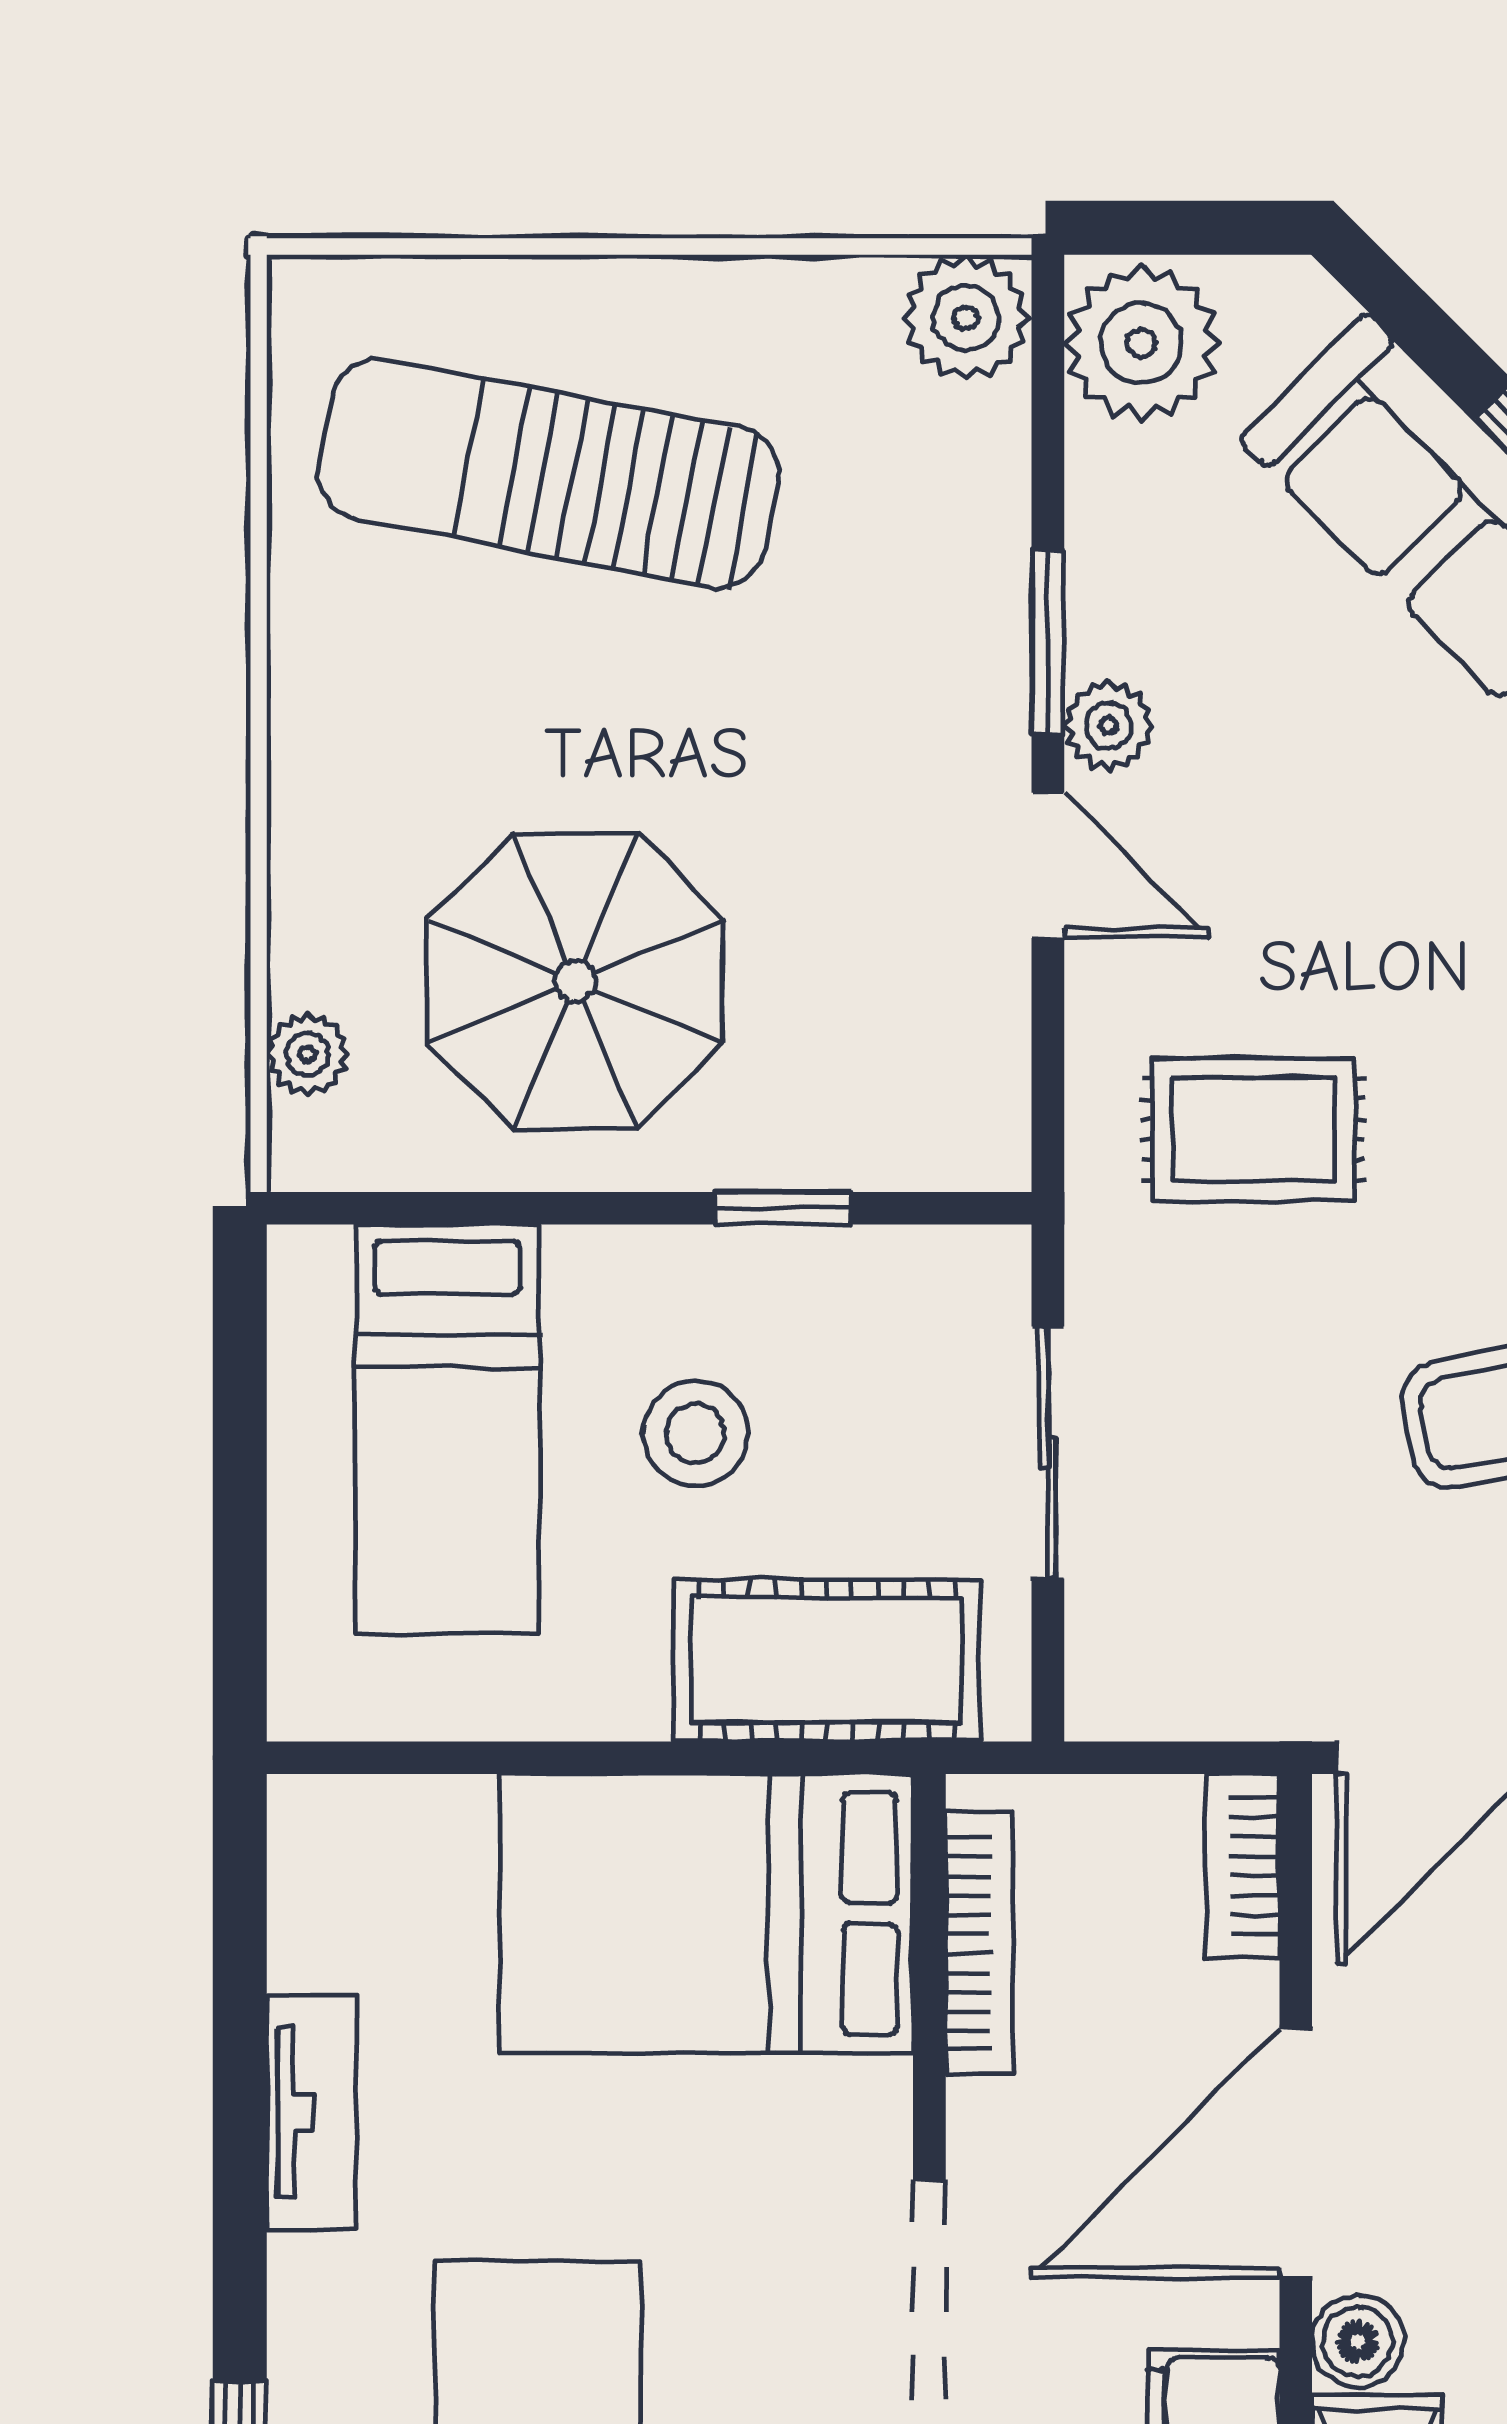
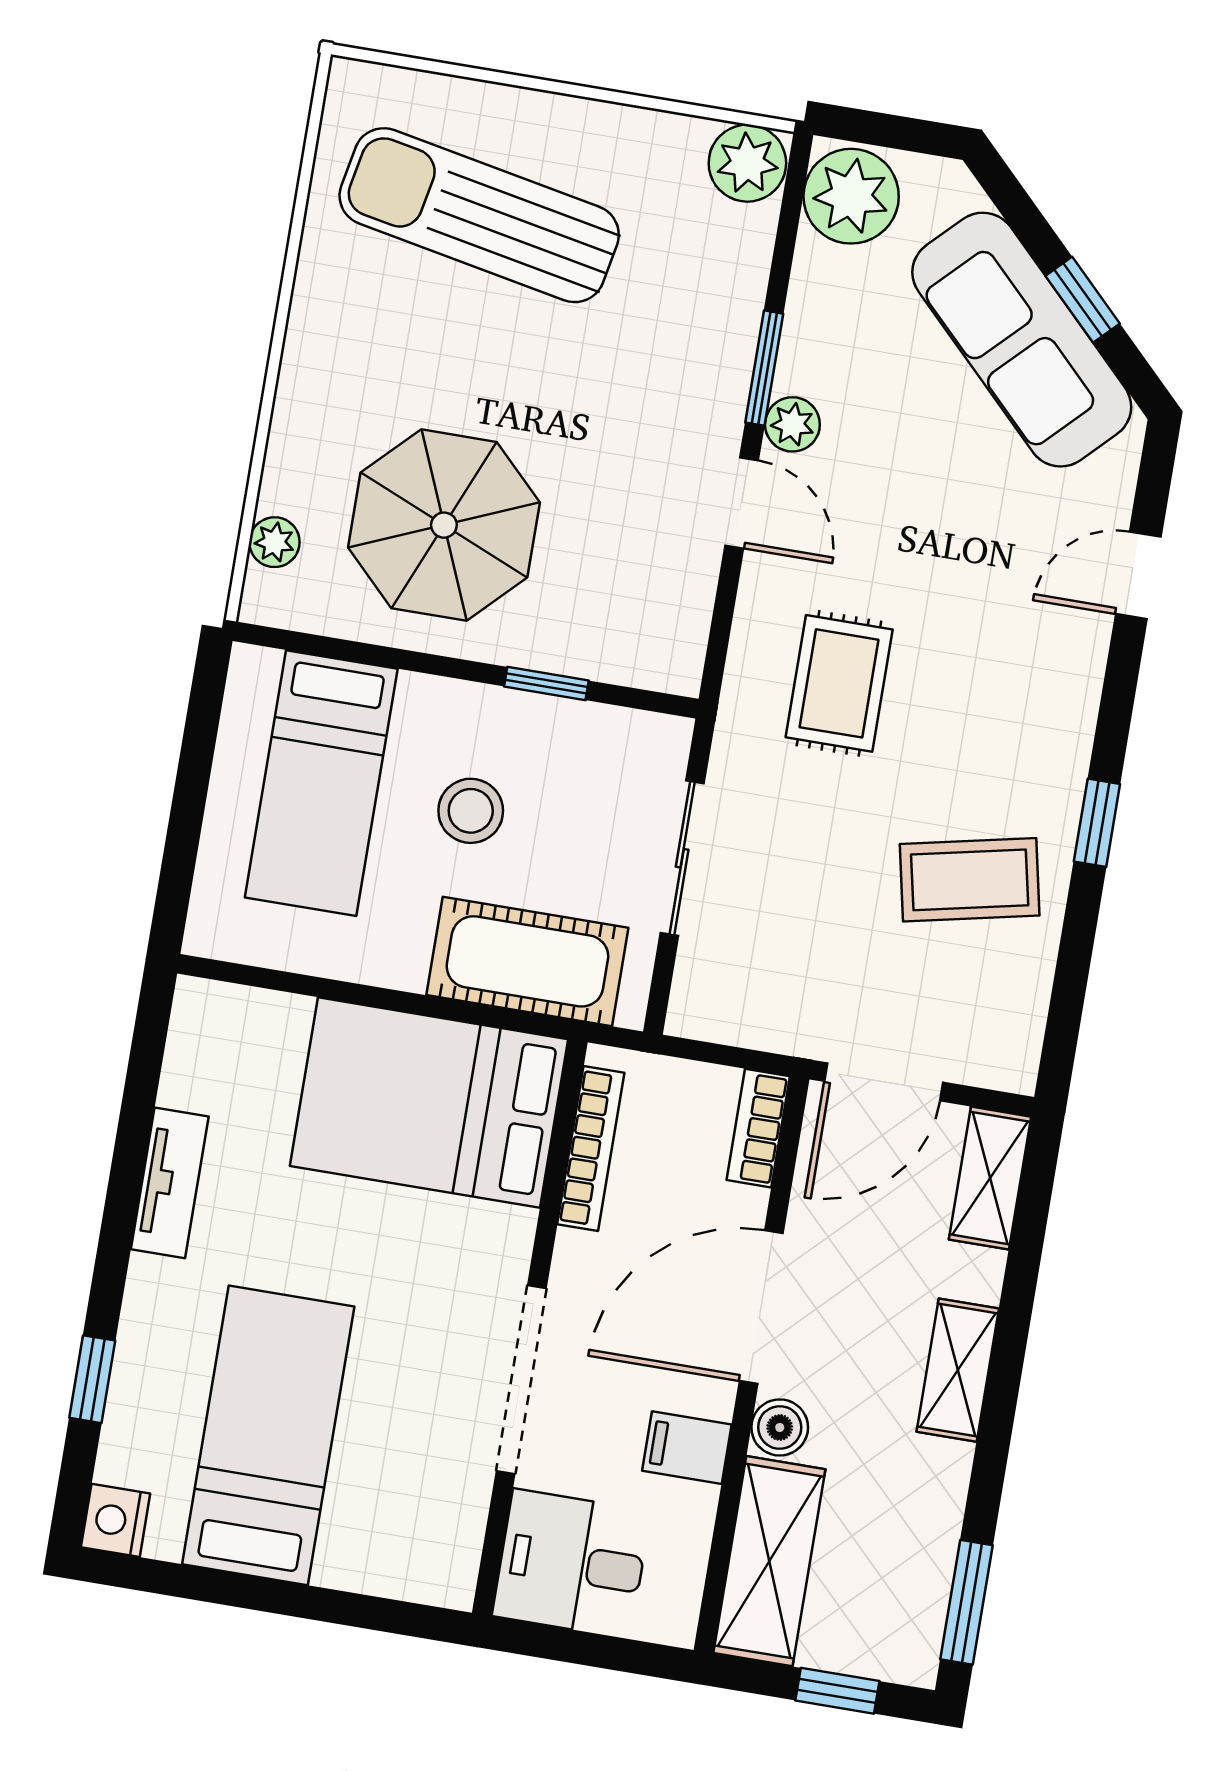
rug: (1253, 1129) -> (839, 683), turned 90

